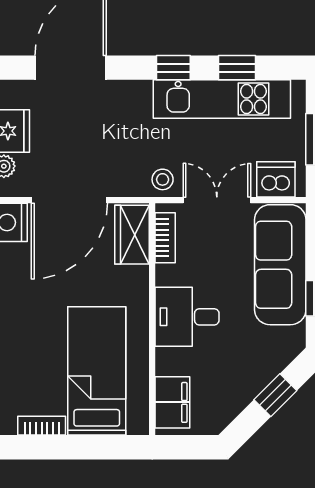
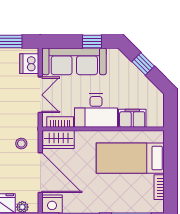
stool: (163, 179) -> (21, 143), moved
double door: (217, 200) -> (40, 95), swing flipped
desk: (187, 317) -> (96, 110), width x1.37
filing cabinet: (172, 402) -> (132, 118), moved

